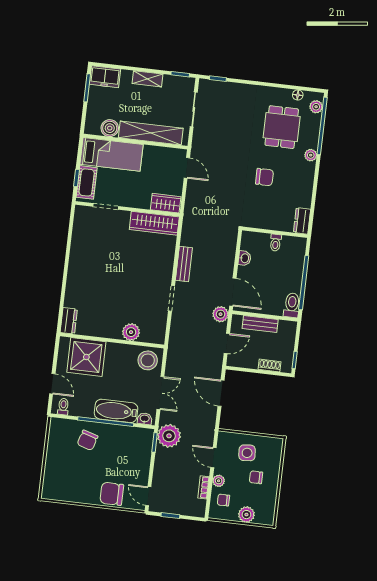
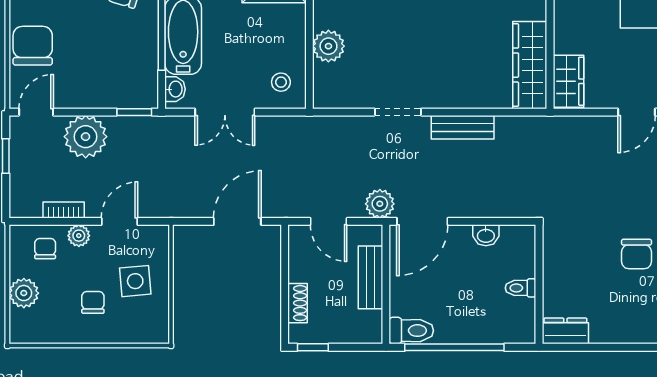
stool: (148, 360) -> (281, 82), width x0.53, depth x0.53
plant: (169, 436) -> (86, 137), moved

